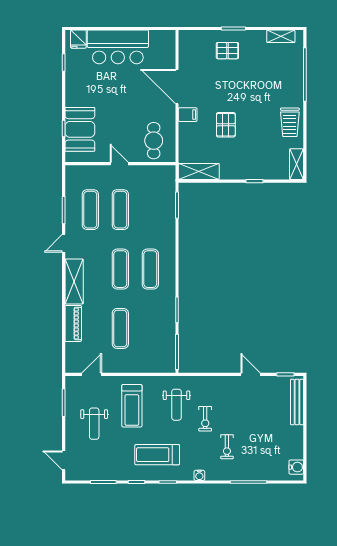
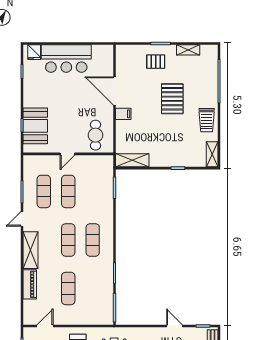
shelving: (281, 36) -> (188, 50), moved
pallet: (226, 125) -> (172, 99), moved, width x1.50, depth x1.42
door: (119, 164) -> (67, 154), swing flipped

